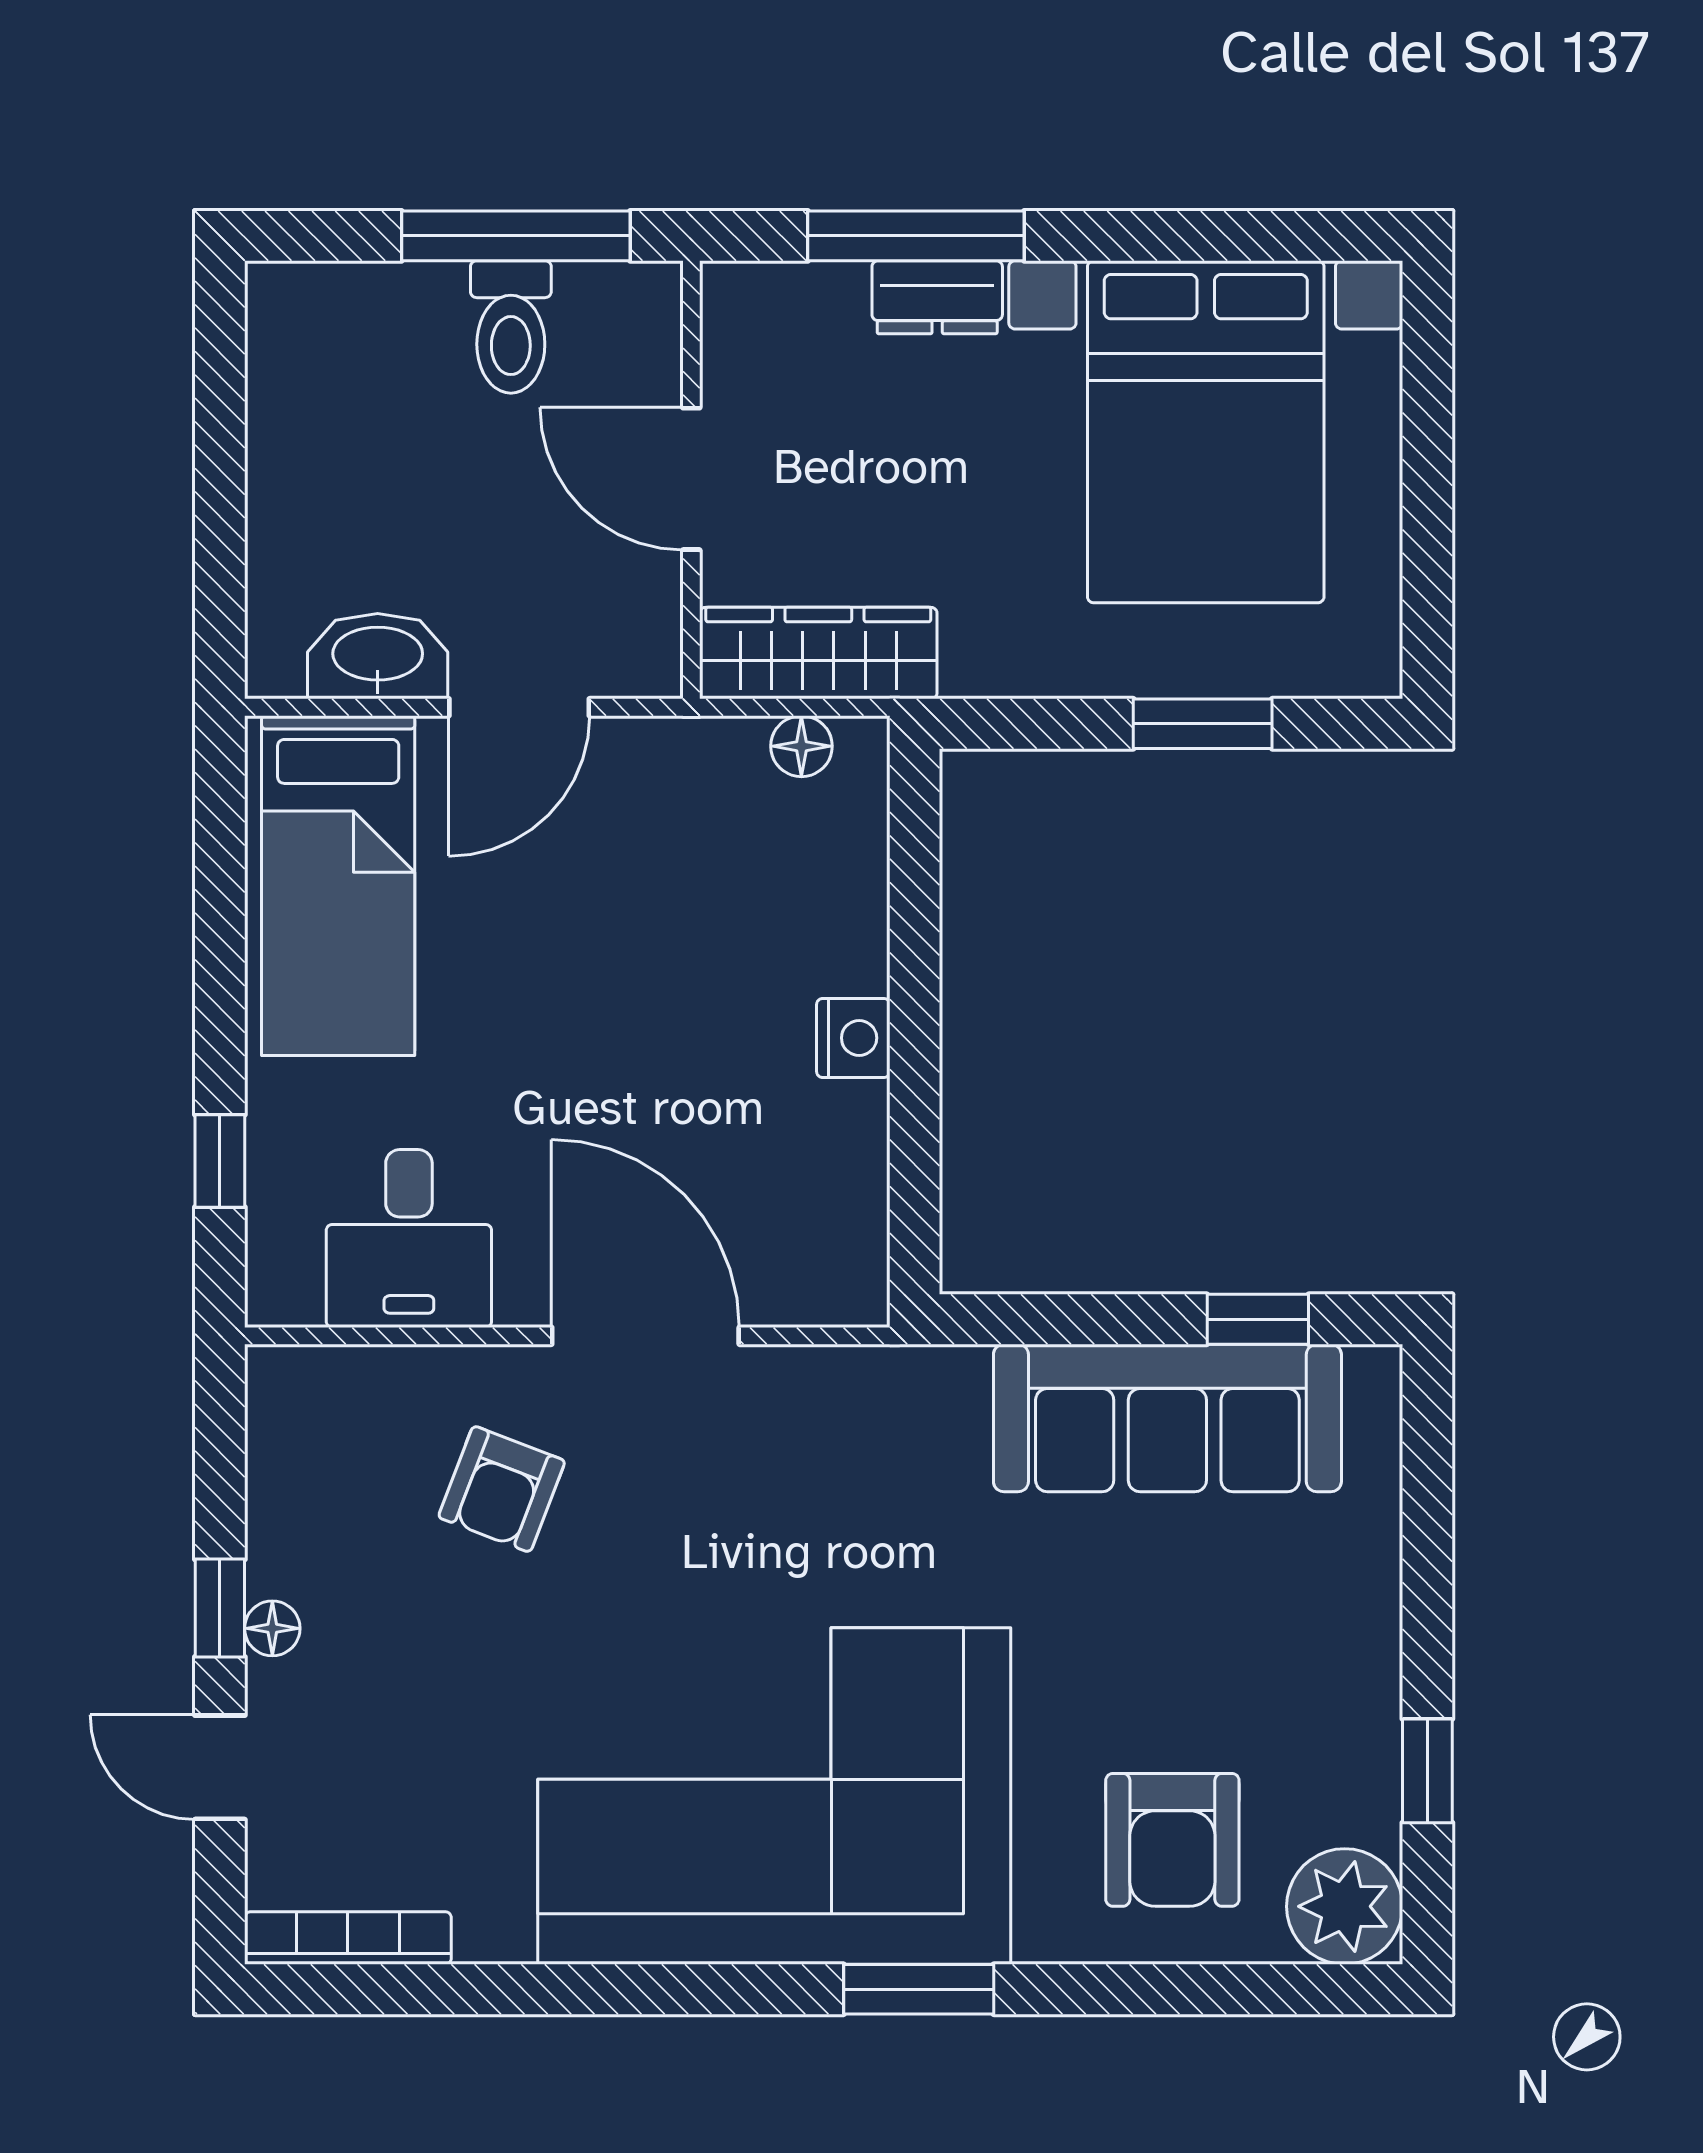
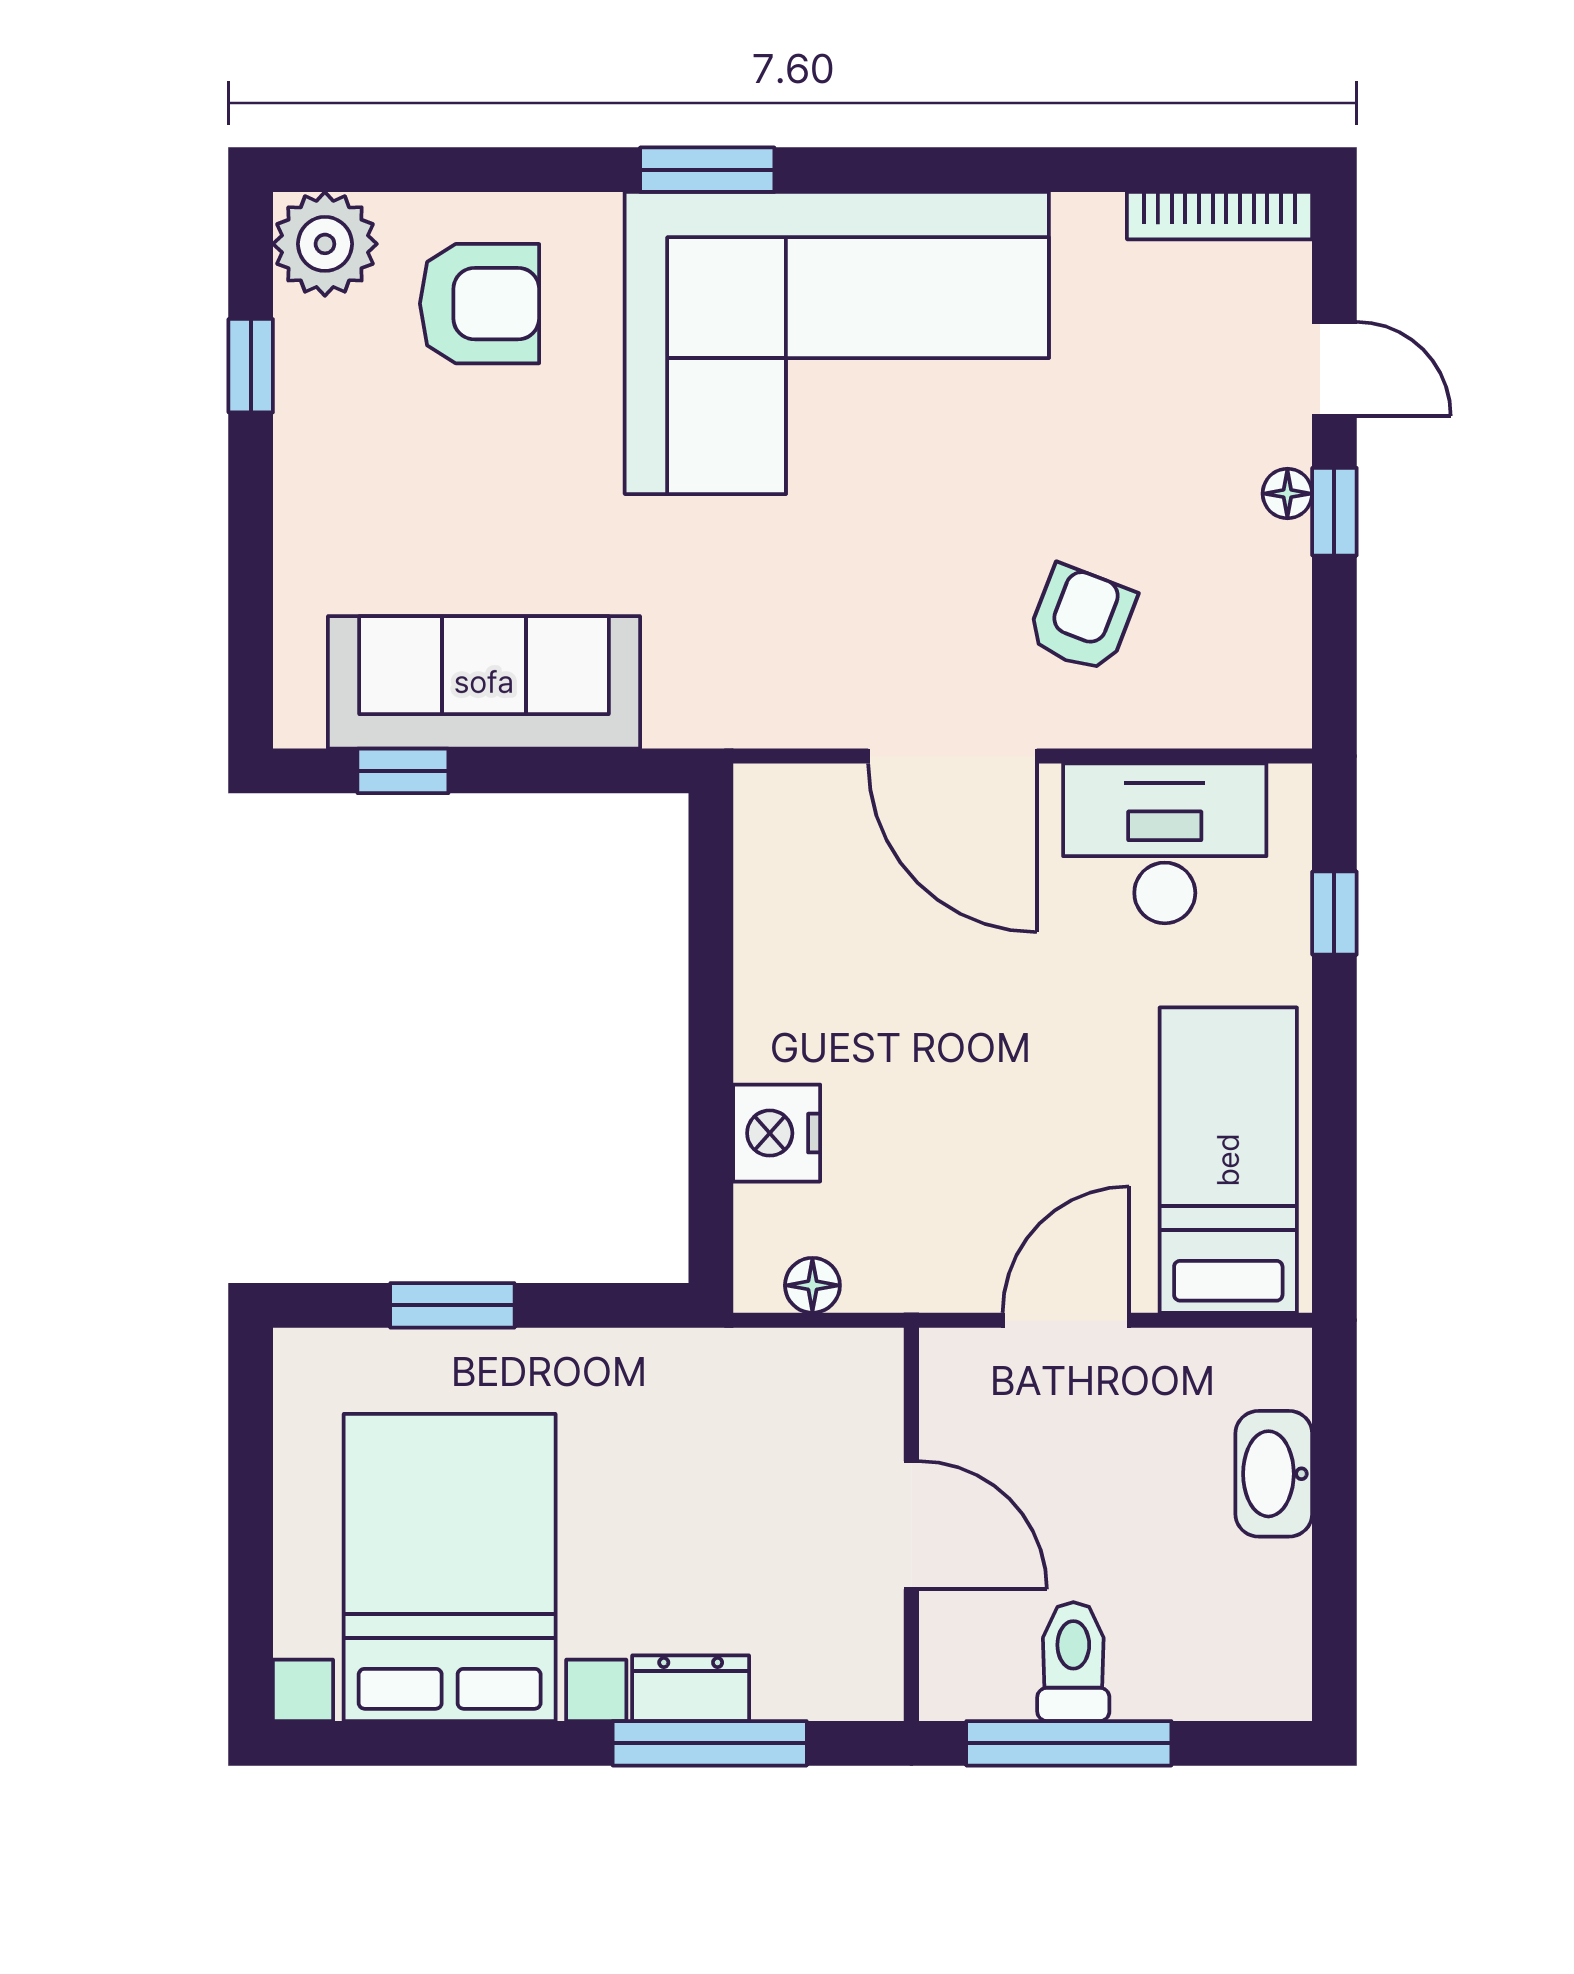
wardrobe: (818, 653) -> (797, 1369), removed
washbasin: (378, 656) -> (1274, 1474), moved, turned 90
nightstand: (853, 1038) -> (777, 1133), moved, width x1.36, depth x1.33
desk: (409, 1239) -> (1165, 843), width x1.37
armchair: (1172, 1840) -> (480, 304), turned 90

